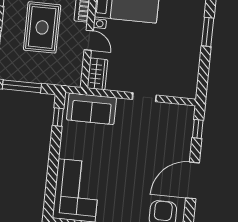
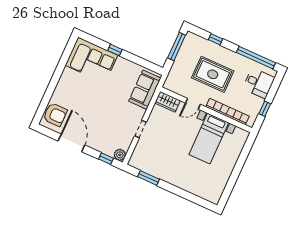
window: (208, 32) -> (148, 178), moved
plant: (187, 113) -> (120, 155), added
window: (58, 117) -> (115, 50), moved

